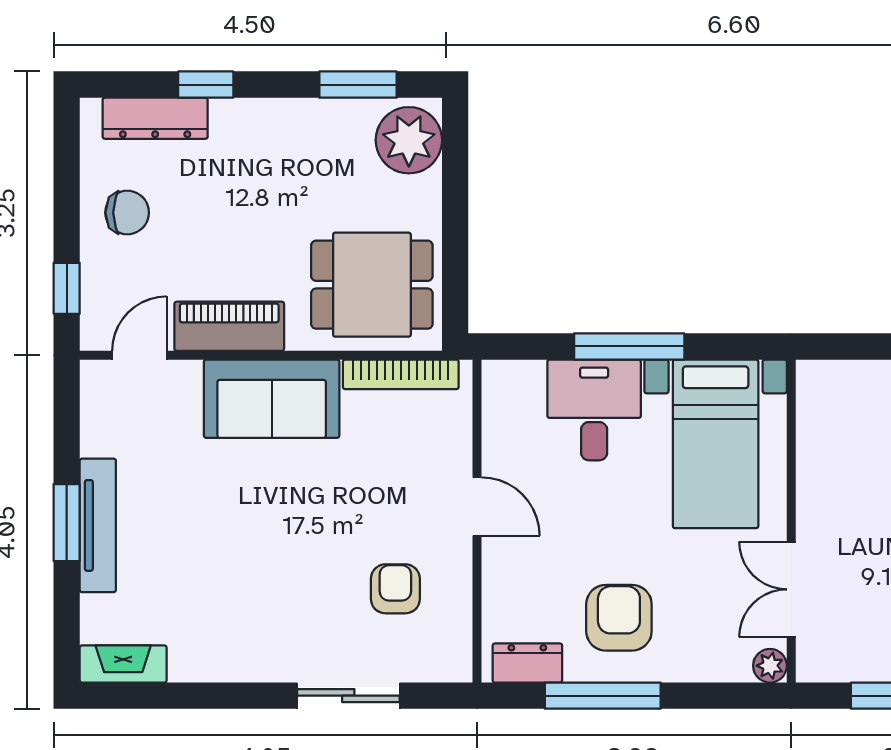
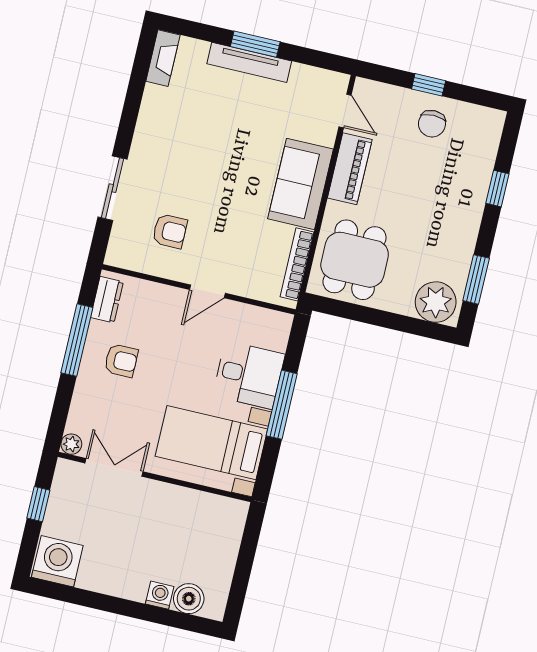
dresser: (155, 118) -> (484, 154), removed
window: (67, 288) -> (429, 85), moved
armchair: (619, 618) -> (121, 361), width x0.72, depth x0.72

